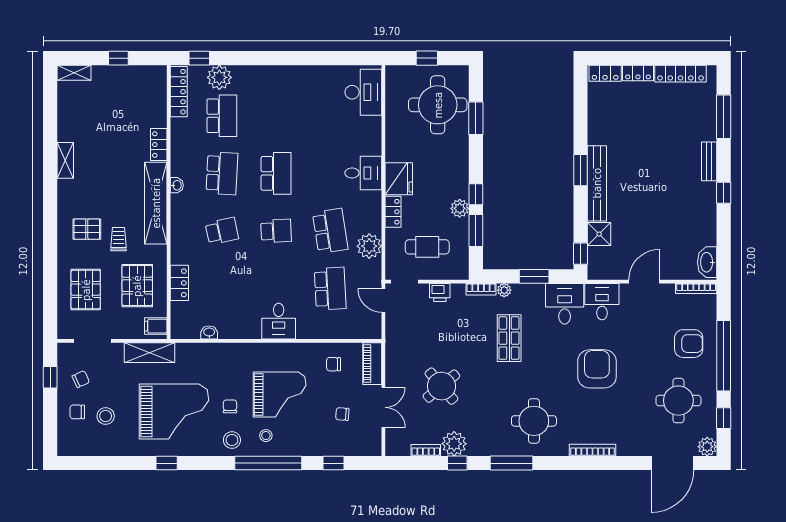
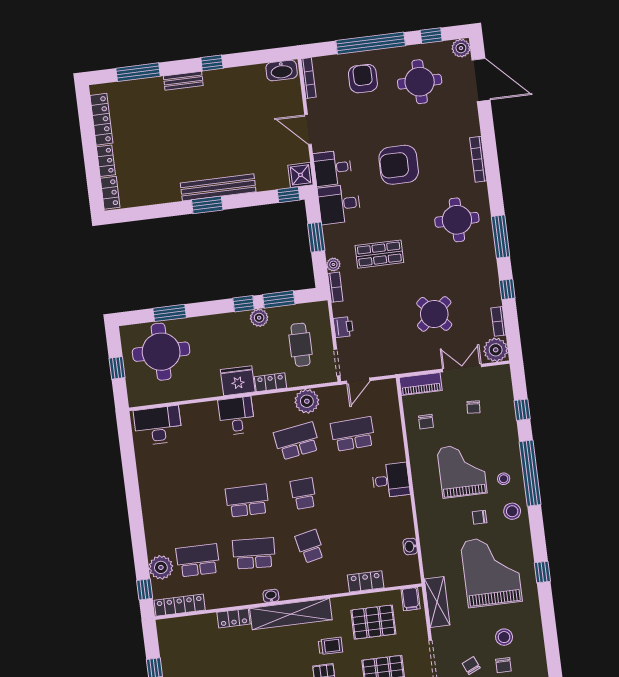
shower: (599, 234) -> (300, 175), moved
trolley: (119, 239) -> (330, 646), turned 180
plant: (454, 444) -> (496, 350), moved

